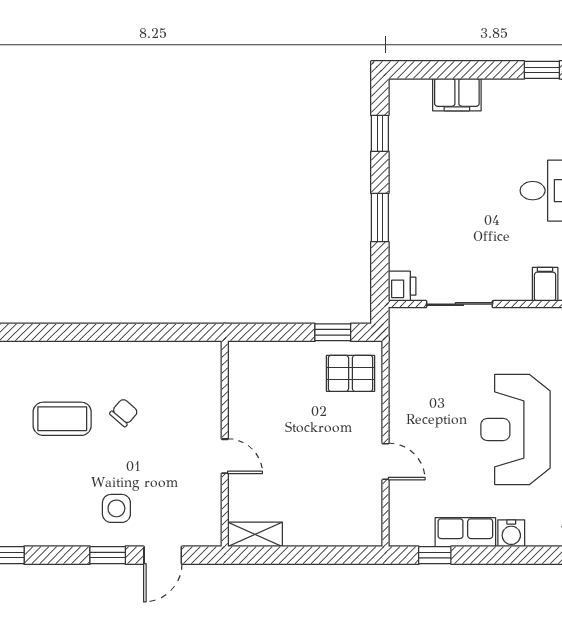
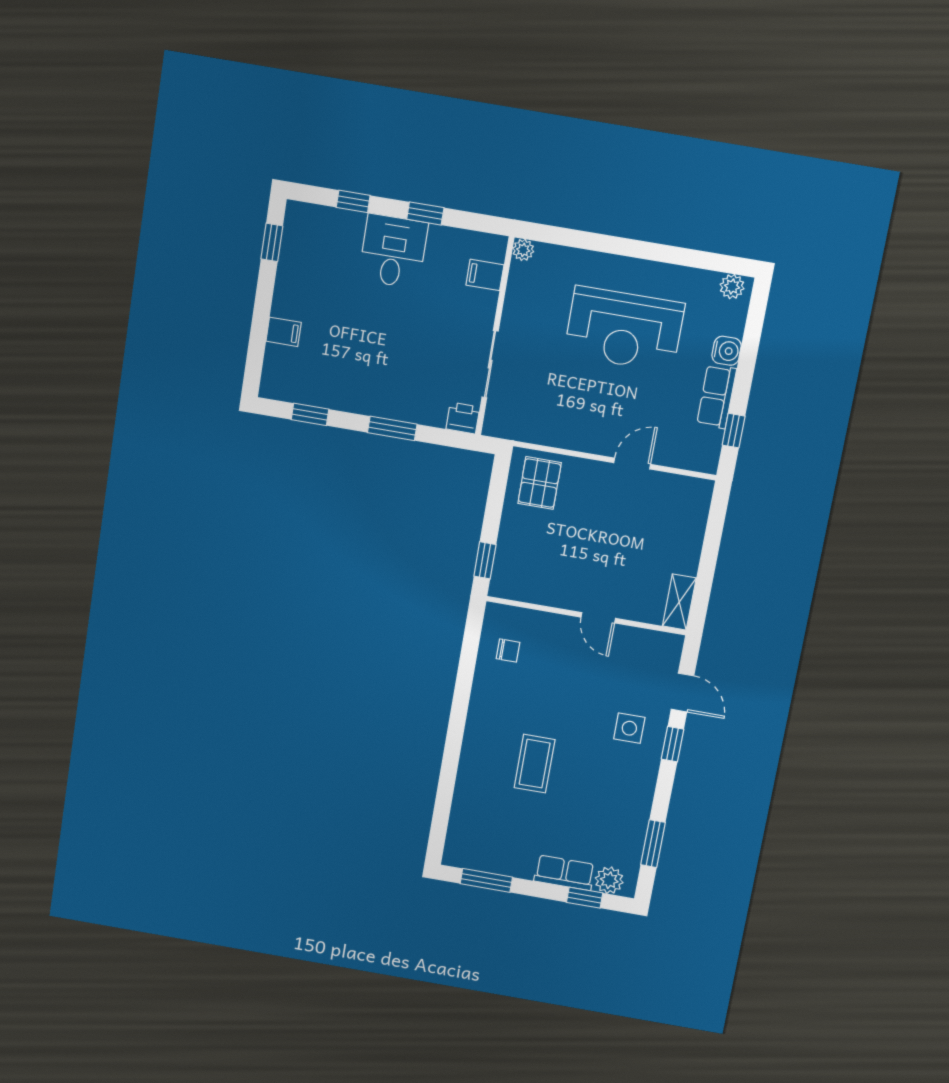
filing cabinet: (457, 95) -> (284, 332), width x0.50
window: (333, 332) -> (485, 560), moved
chair: (124, 413) -> (508, 650), moved, turned 139
door: (225, 456) -> (598, 618), swing flipped

